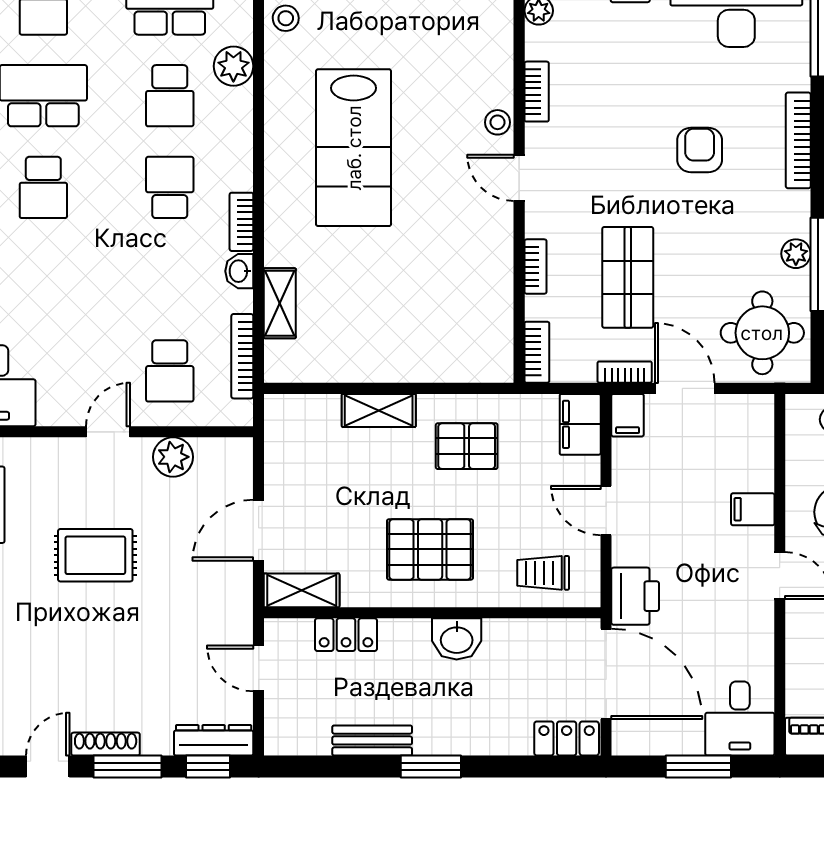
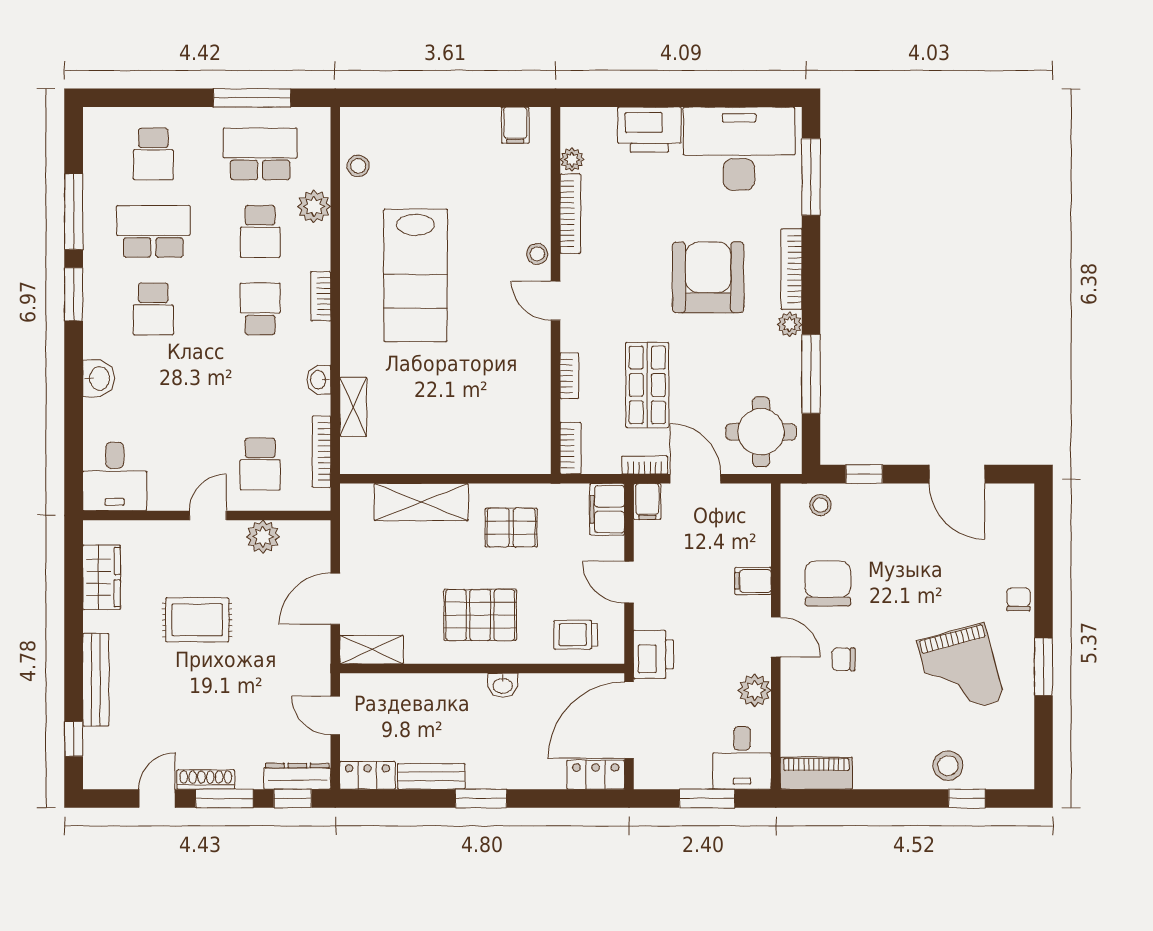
bookcase: (537, 92) -> (570, 214), width x1.56
armchair: (700, 150) -> (708, 277), width x1.88, depth x1.88
bookcase: (241, 222) -> (321, 296), moved
plant: (796, 254) -> (790, 324), moved
shelving: (379, 410) -> (421, 502), width x1.50, depth x1.33
locker: (346, 635) -> (367, 775), moved, turned 180
washbasin: (457, 639) -> (503, 685), width x0.72, depth x0.69
plant: (755, 639) -> (755, 690), added
door: (606, 674) -> (629, 720), swing flipped

